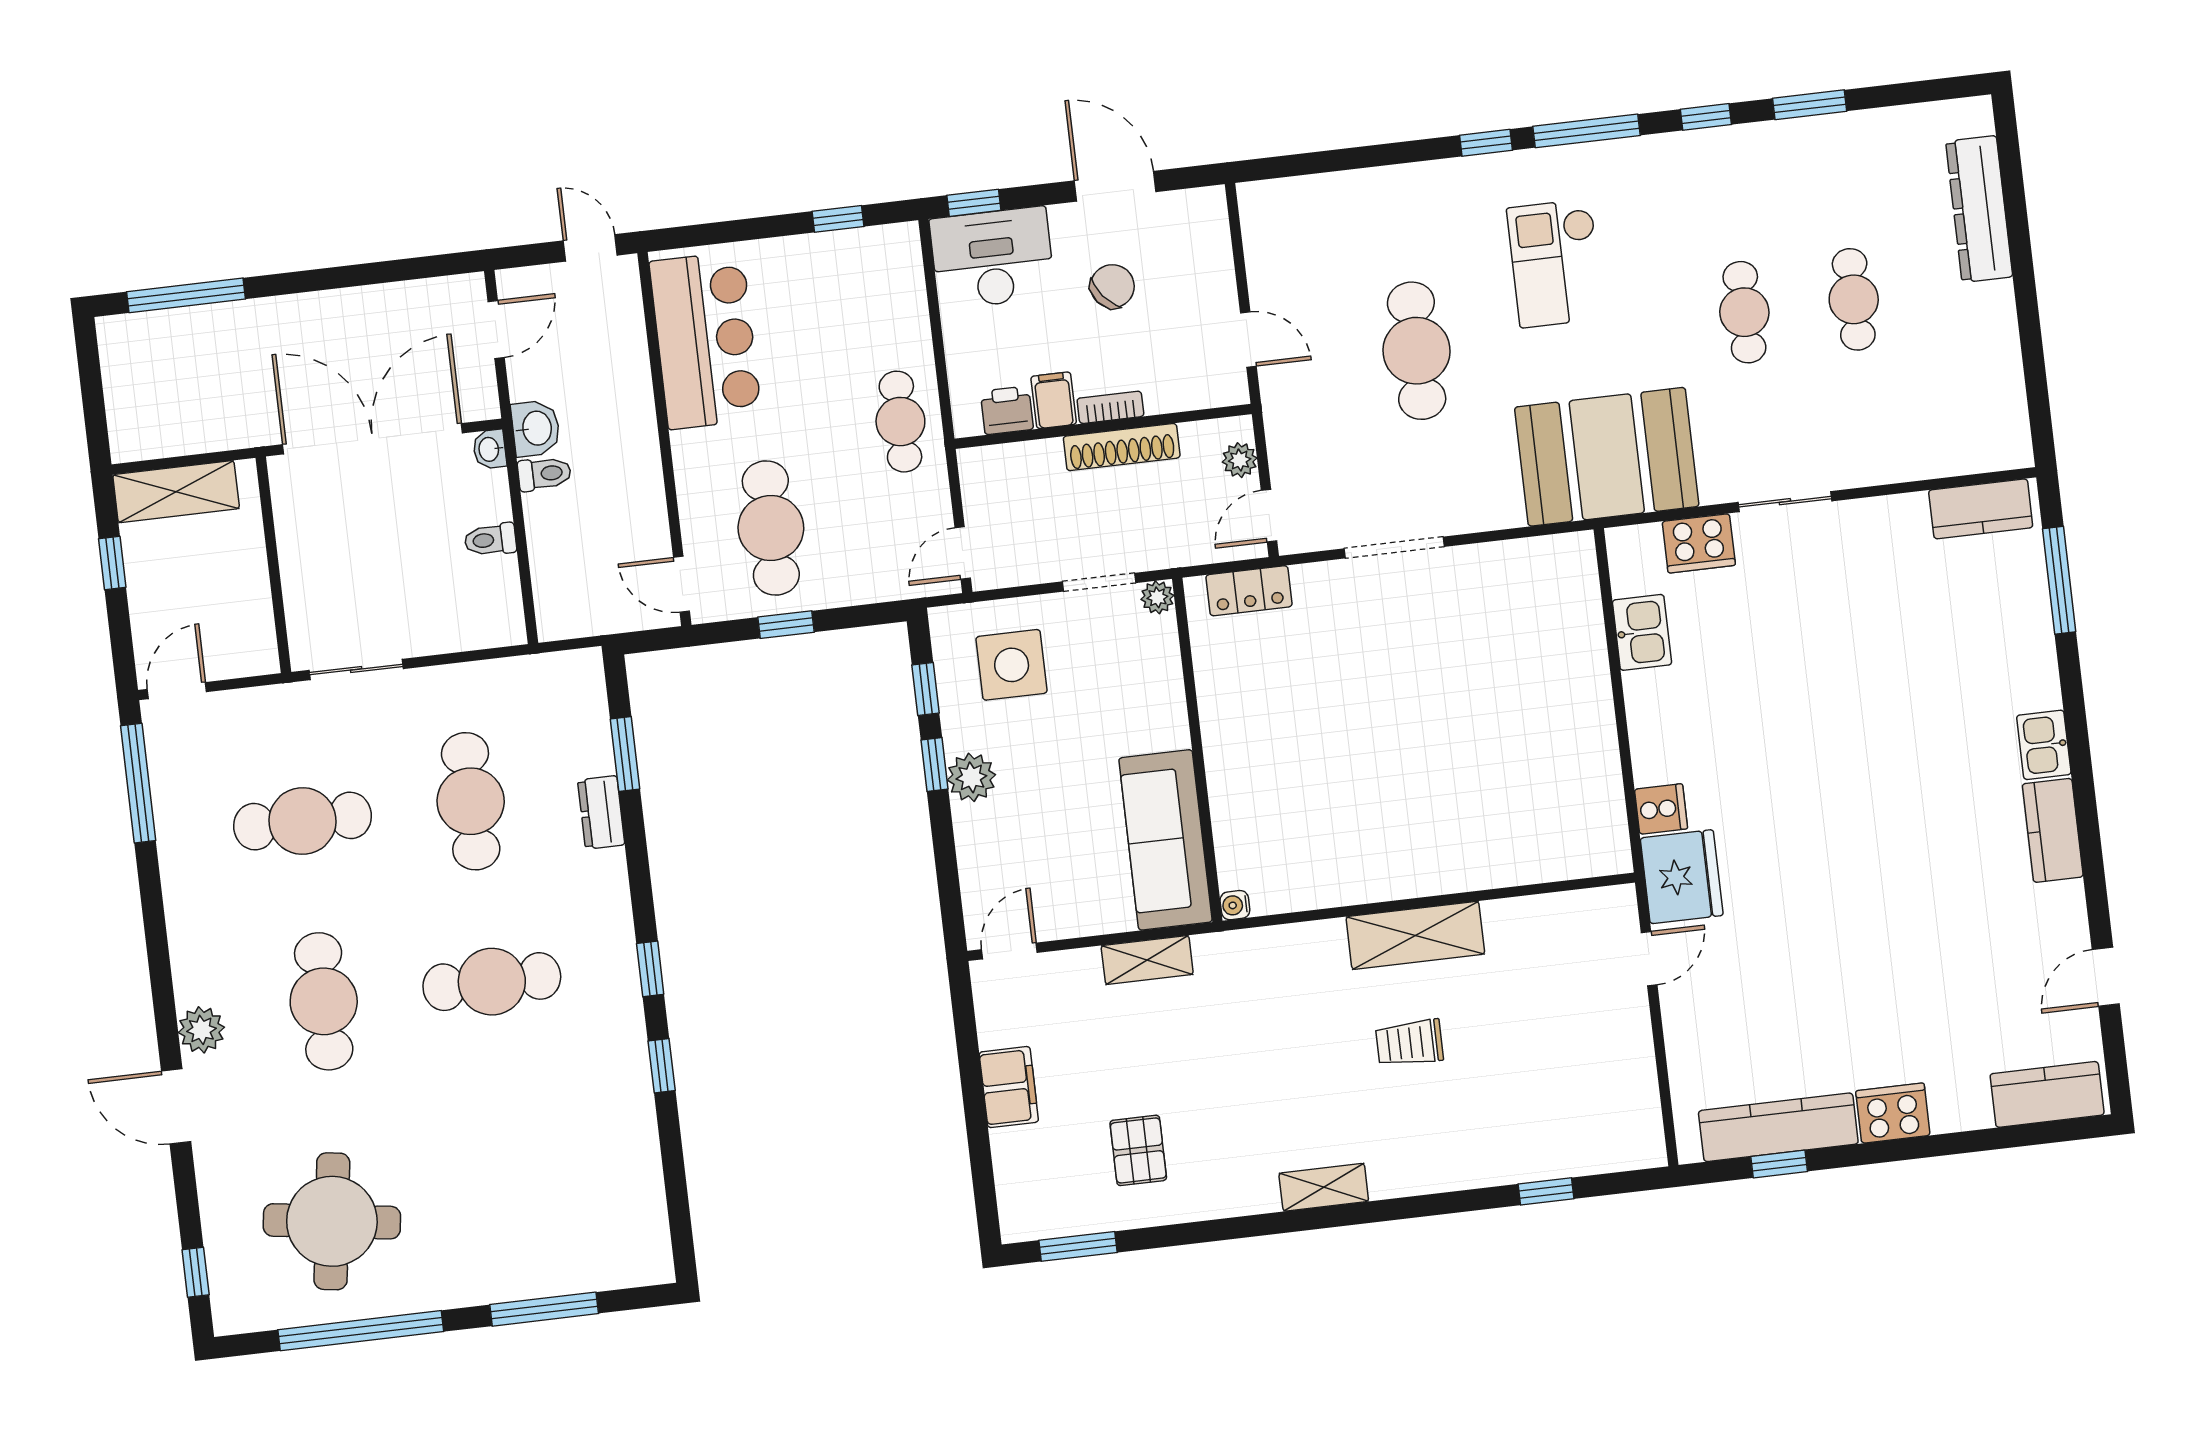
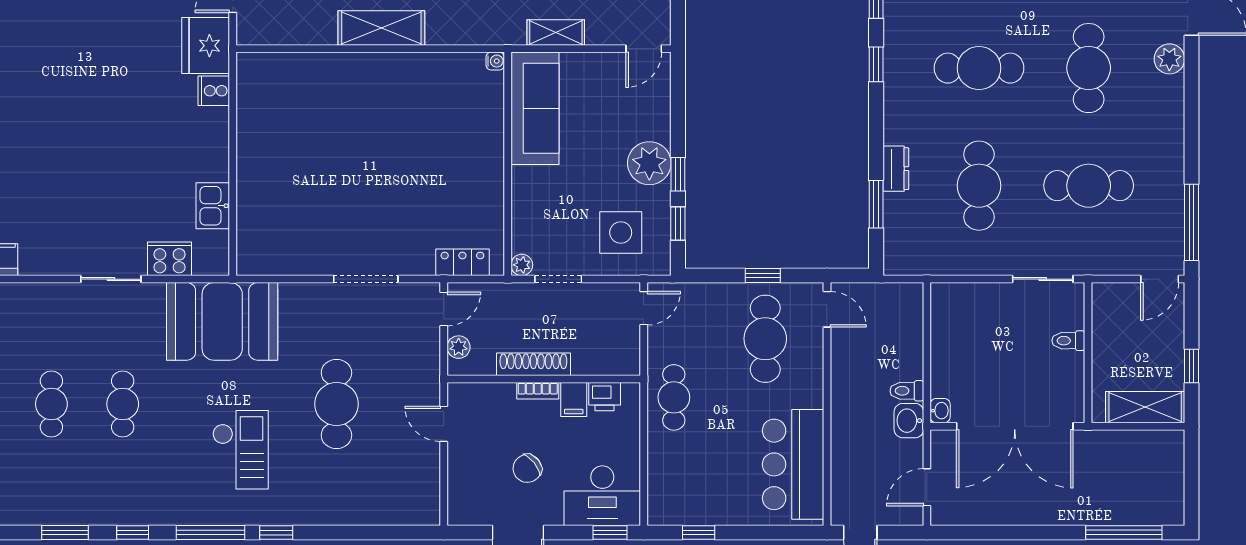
toilet: (490, 540) -> (1068, 341), moved, turned 180
plant: (971, 777) -> (649, 163), width x1.36, depth x1.36

